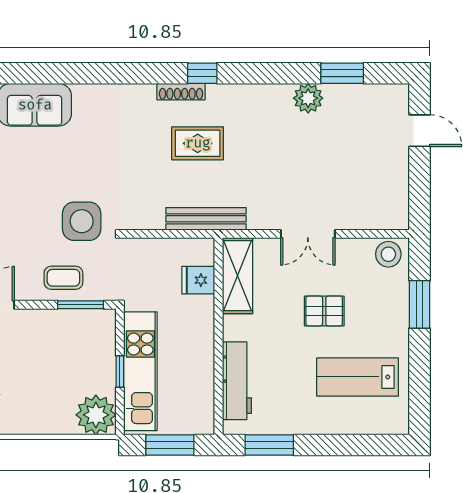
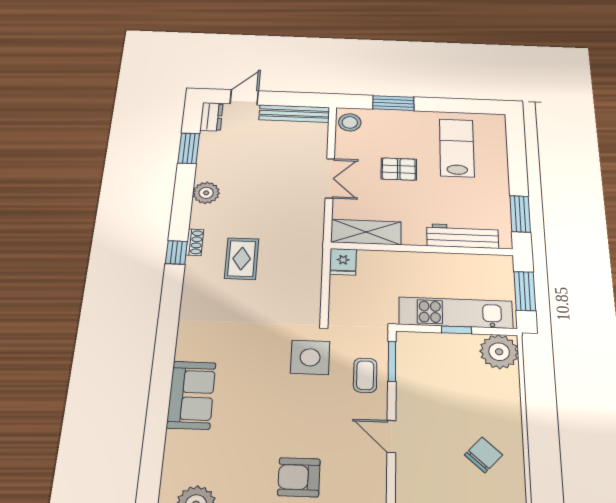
shoe rack: (181, 92) -> (195, 242), moved, width x0.70
dresser: (389, 95) -> (211, 117), added
plant: (308, 98) -> (206, 193), moved
bench: (206, 219) -> (294, 114), moved, turned 90
fridge: (198, 280) -> (343, 262), moved
pallet: (324, 311) -> (399, 169), turned 90
lab bench: (357, 377) -> (457, 148), turned 180

